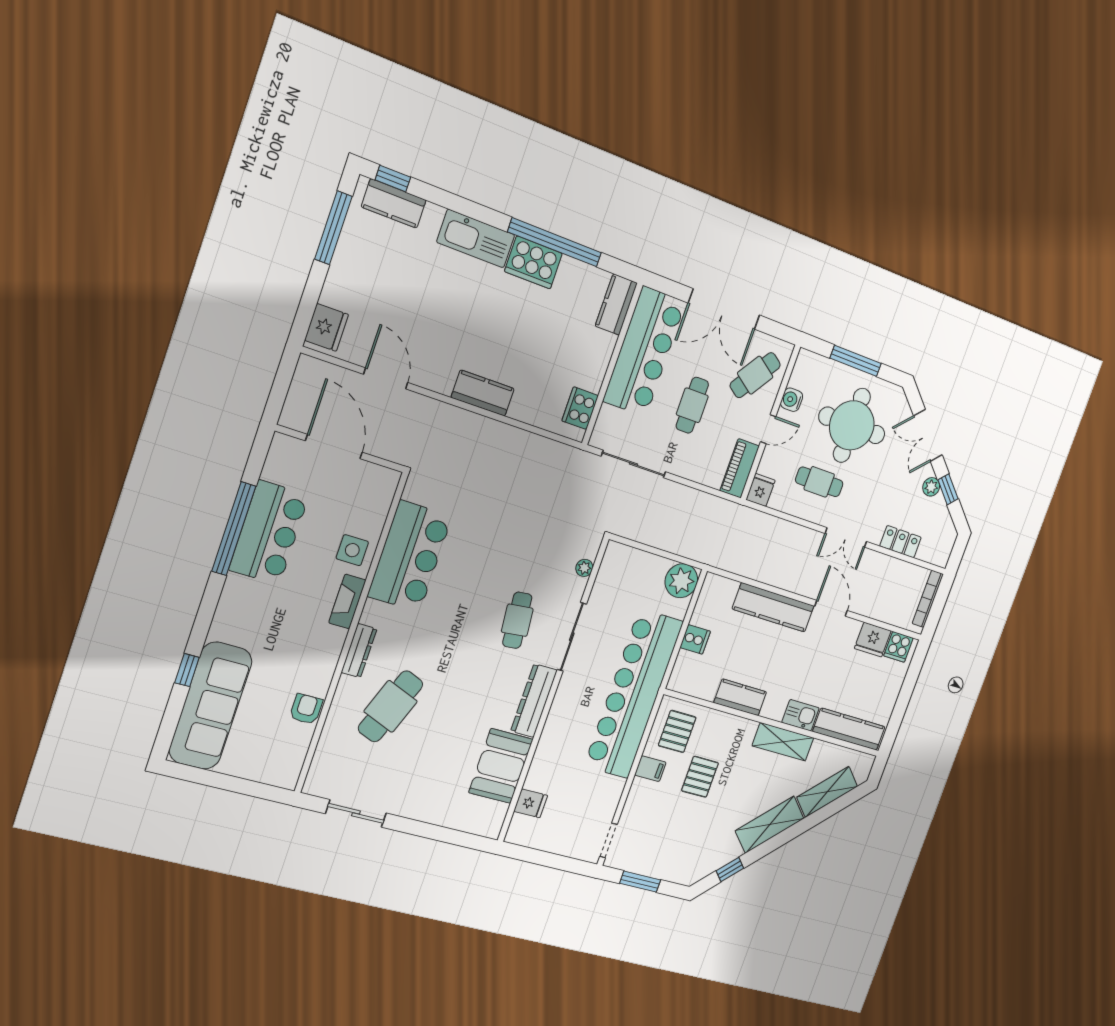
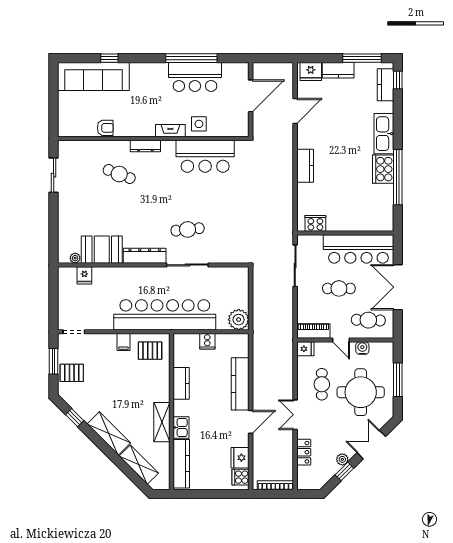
kitchen counter: (616, 304) -> (338, 70), moved, turned 180
cafe table: (755, 375) -> (368, 320), turned -33
plant: (584, 568) -> (75, 258), moved
cafe table: (391, 706) -> (119, 174), width x0.73, depth x0.74
pallet: (700, 777) -> (72, 373), moved

